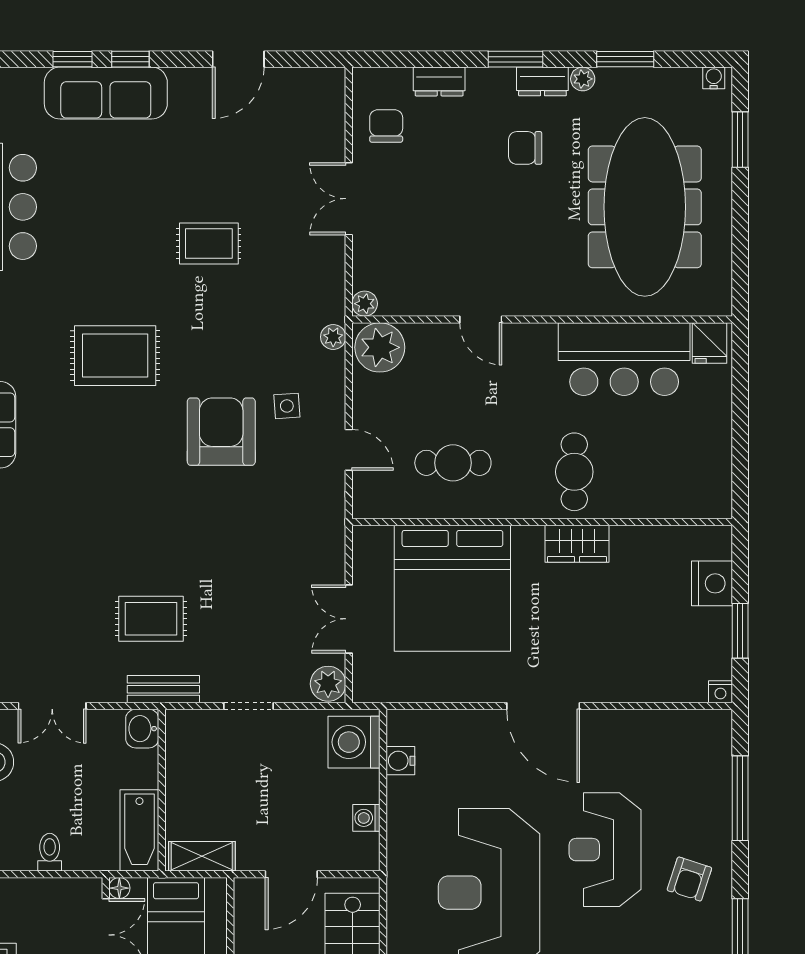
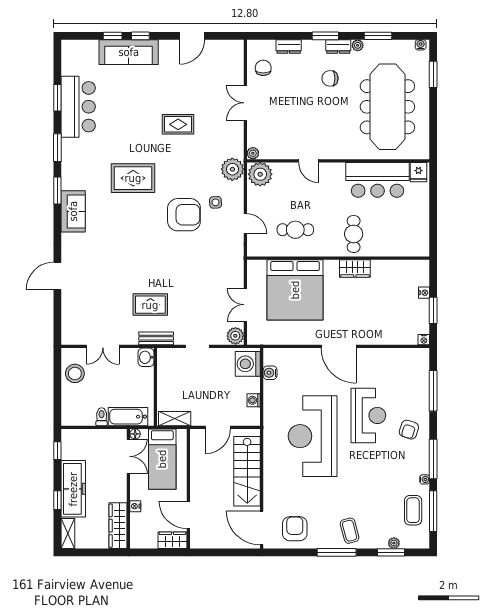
plant: (333, 337) -> (232, 169), width x1.87, depth x1.87
armchair: (221, 432) -> (184, 215), turned 90
nightstand: (712, 583) -> (424, 293), width x0.53, depth x0.56
bathtub: (139, 830) -> (128, 417), moved, turned 90
reception desk: (605, 850) -> (368, 415), turned 180

